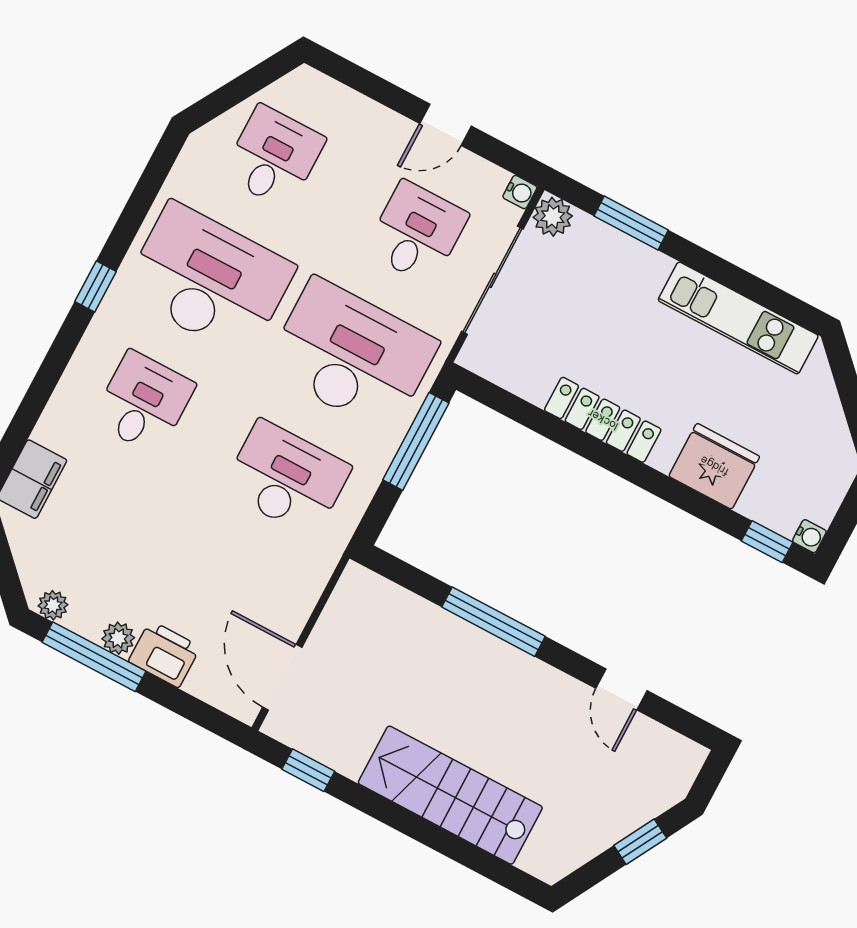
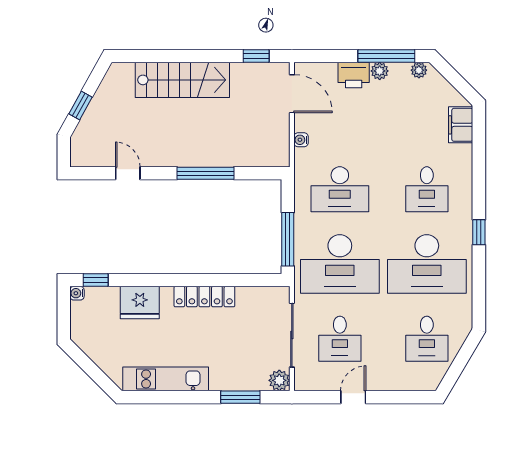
water cooler: (520, 192) -> (301, 140), moved

